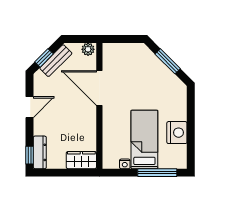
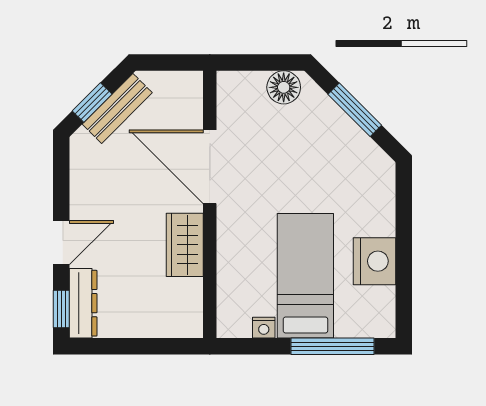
plant: (88, 49) -> (186, 84), removed
floor lamp: (134, 51) -> (284, 87), added
door: (30, 107) -> (61, 243), moved
wardrobe: (81, 160) -> (185, 245), moved, turned -90

